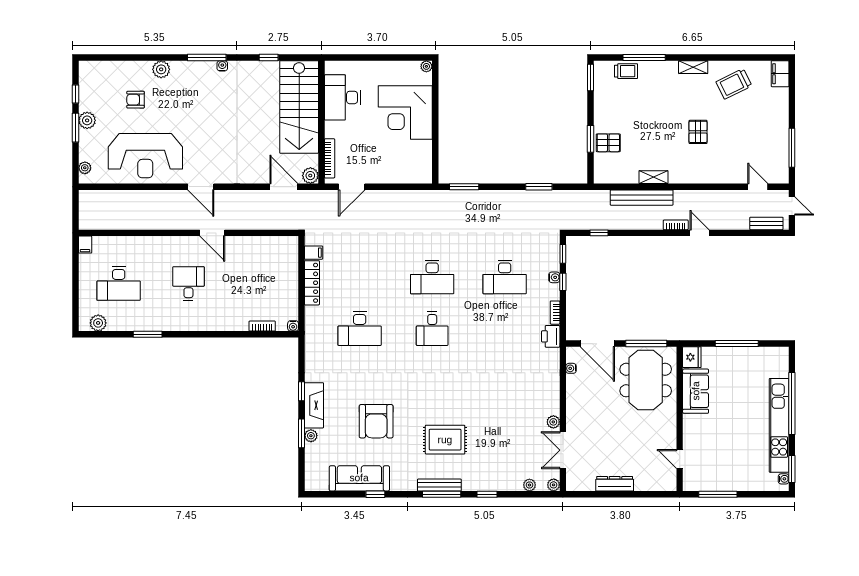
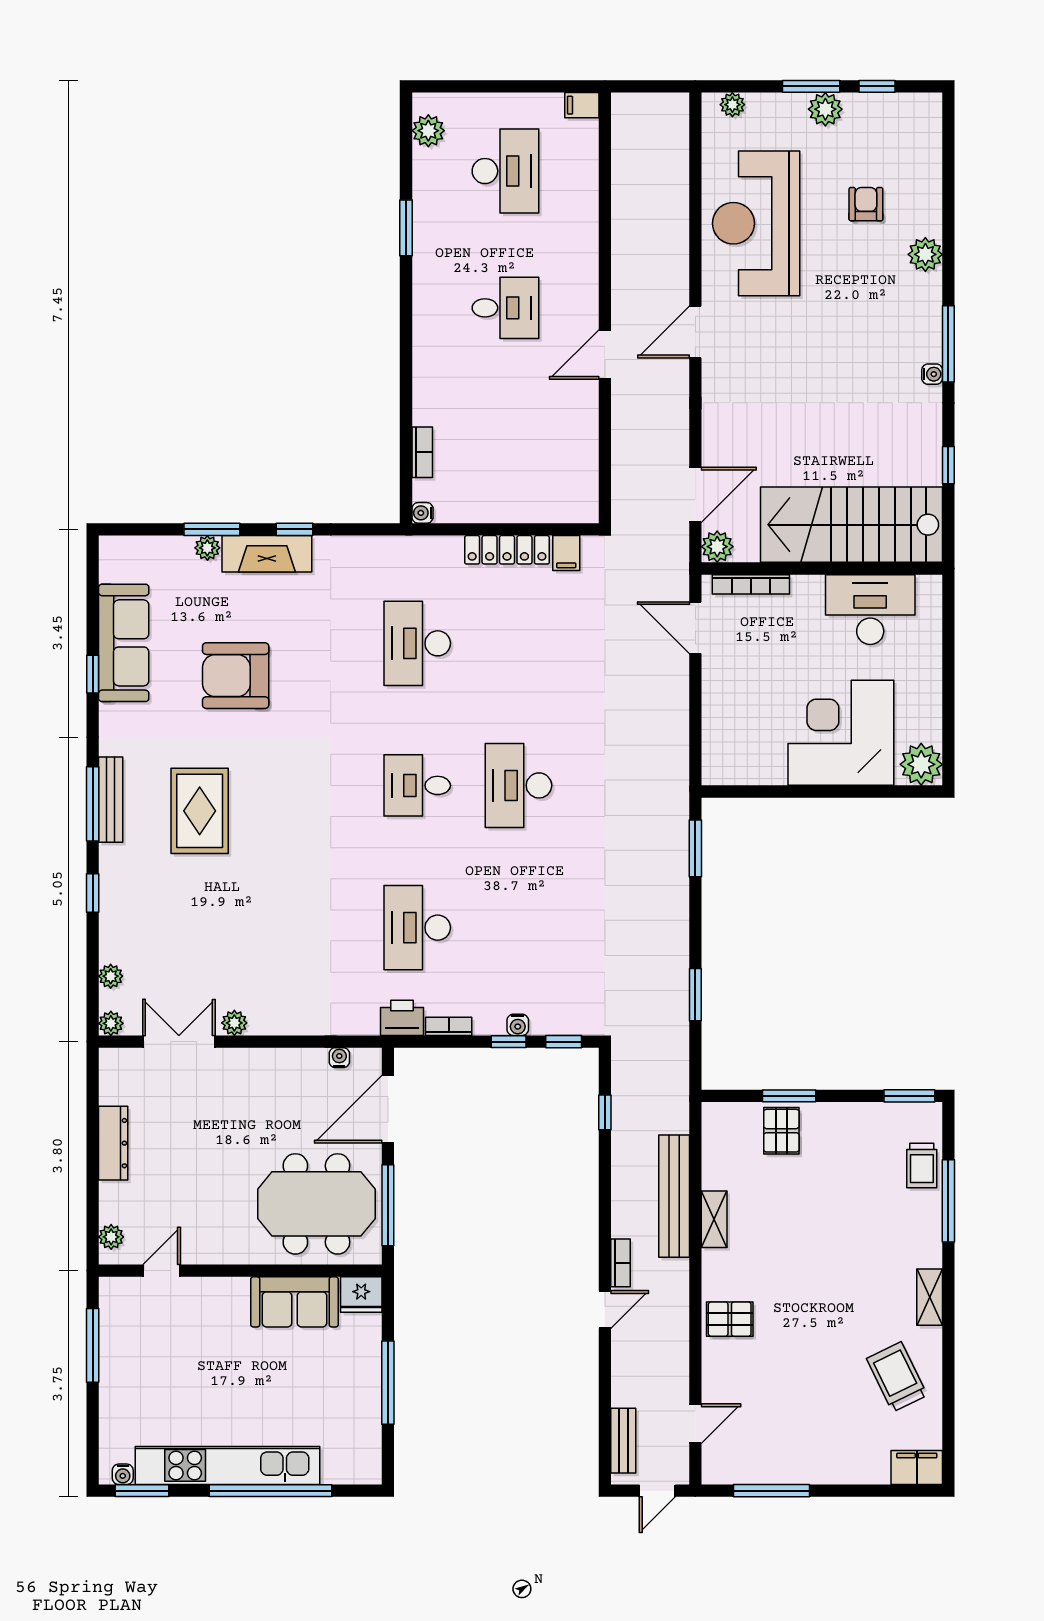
plant: (426, 66) -> (921, 764), width x1.88, depth x1.88
pallet: (698, 132) -> (730, 1319), moved
desk: (505, 277) -> (417, 928), moved
desk: (119, 284) -> (505, 171), turned 180
plant: (662, 485) -> (111, 1237), added

